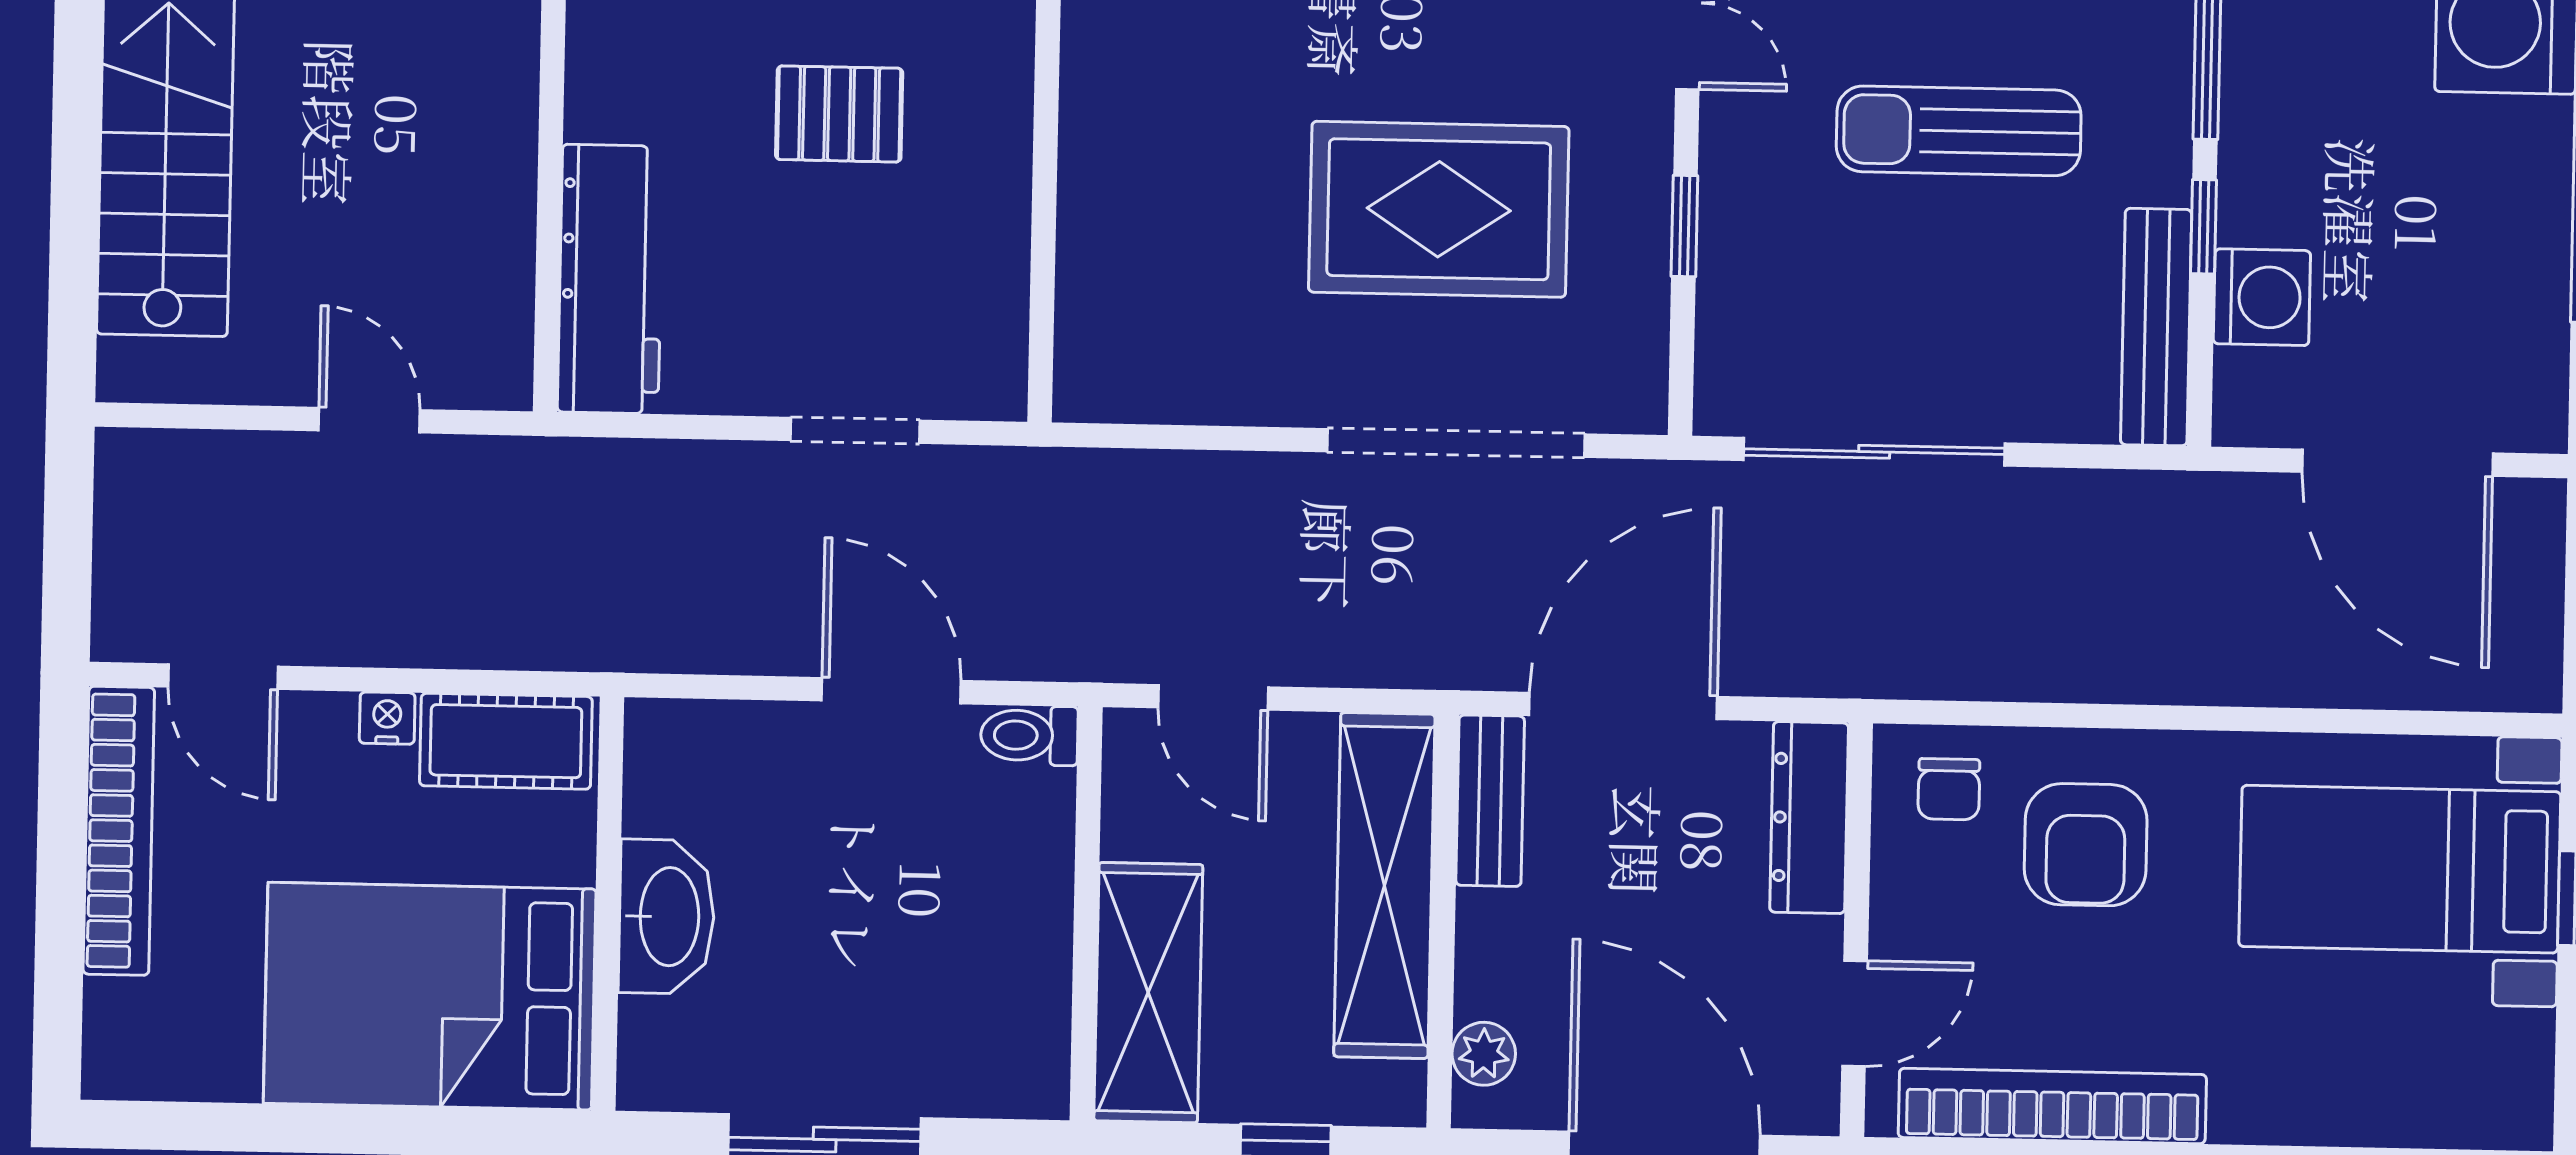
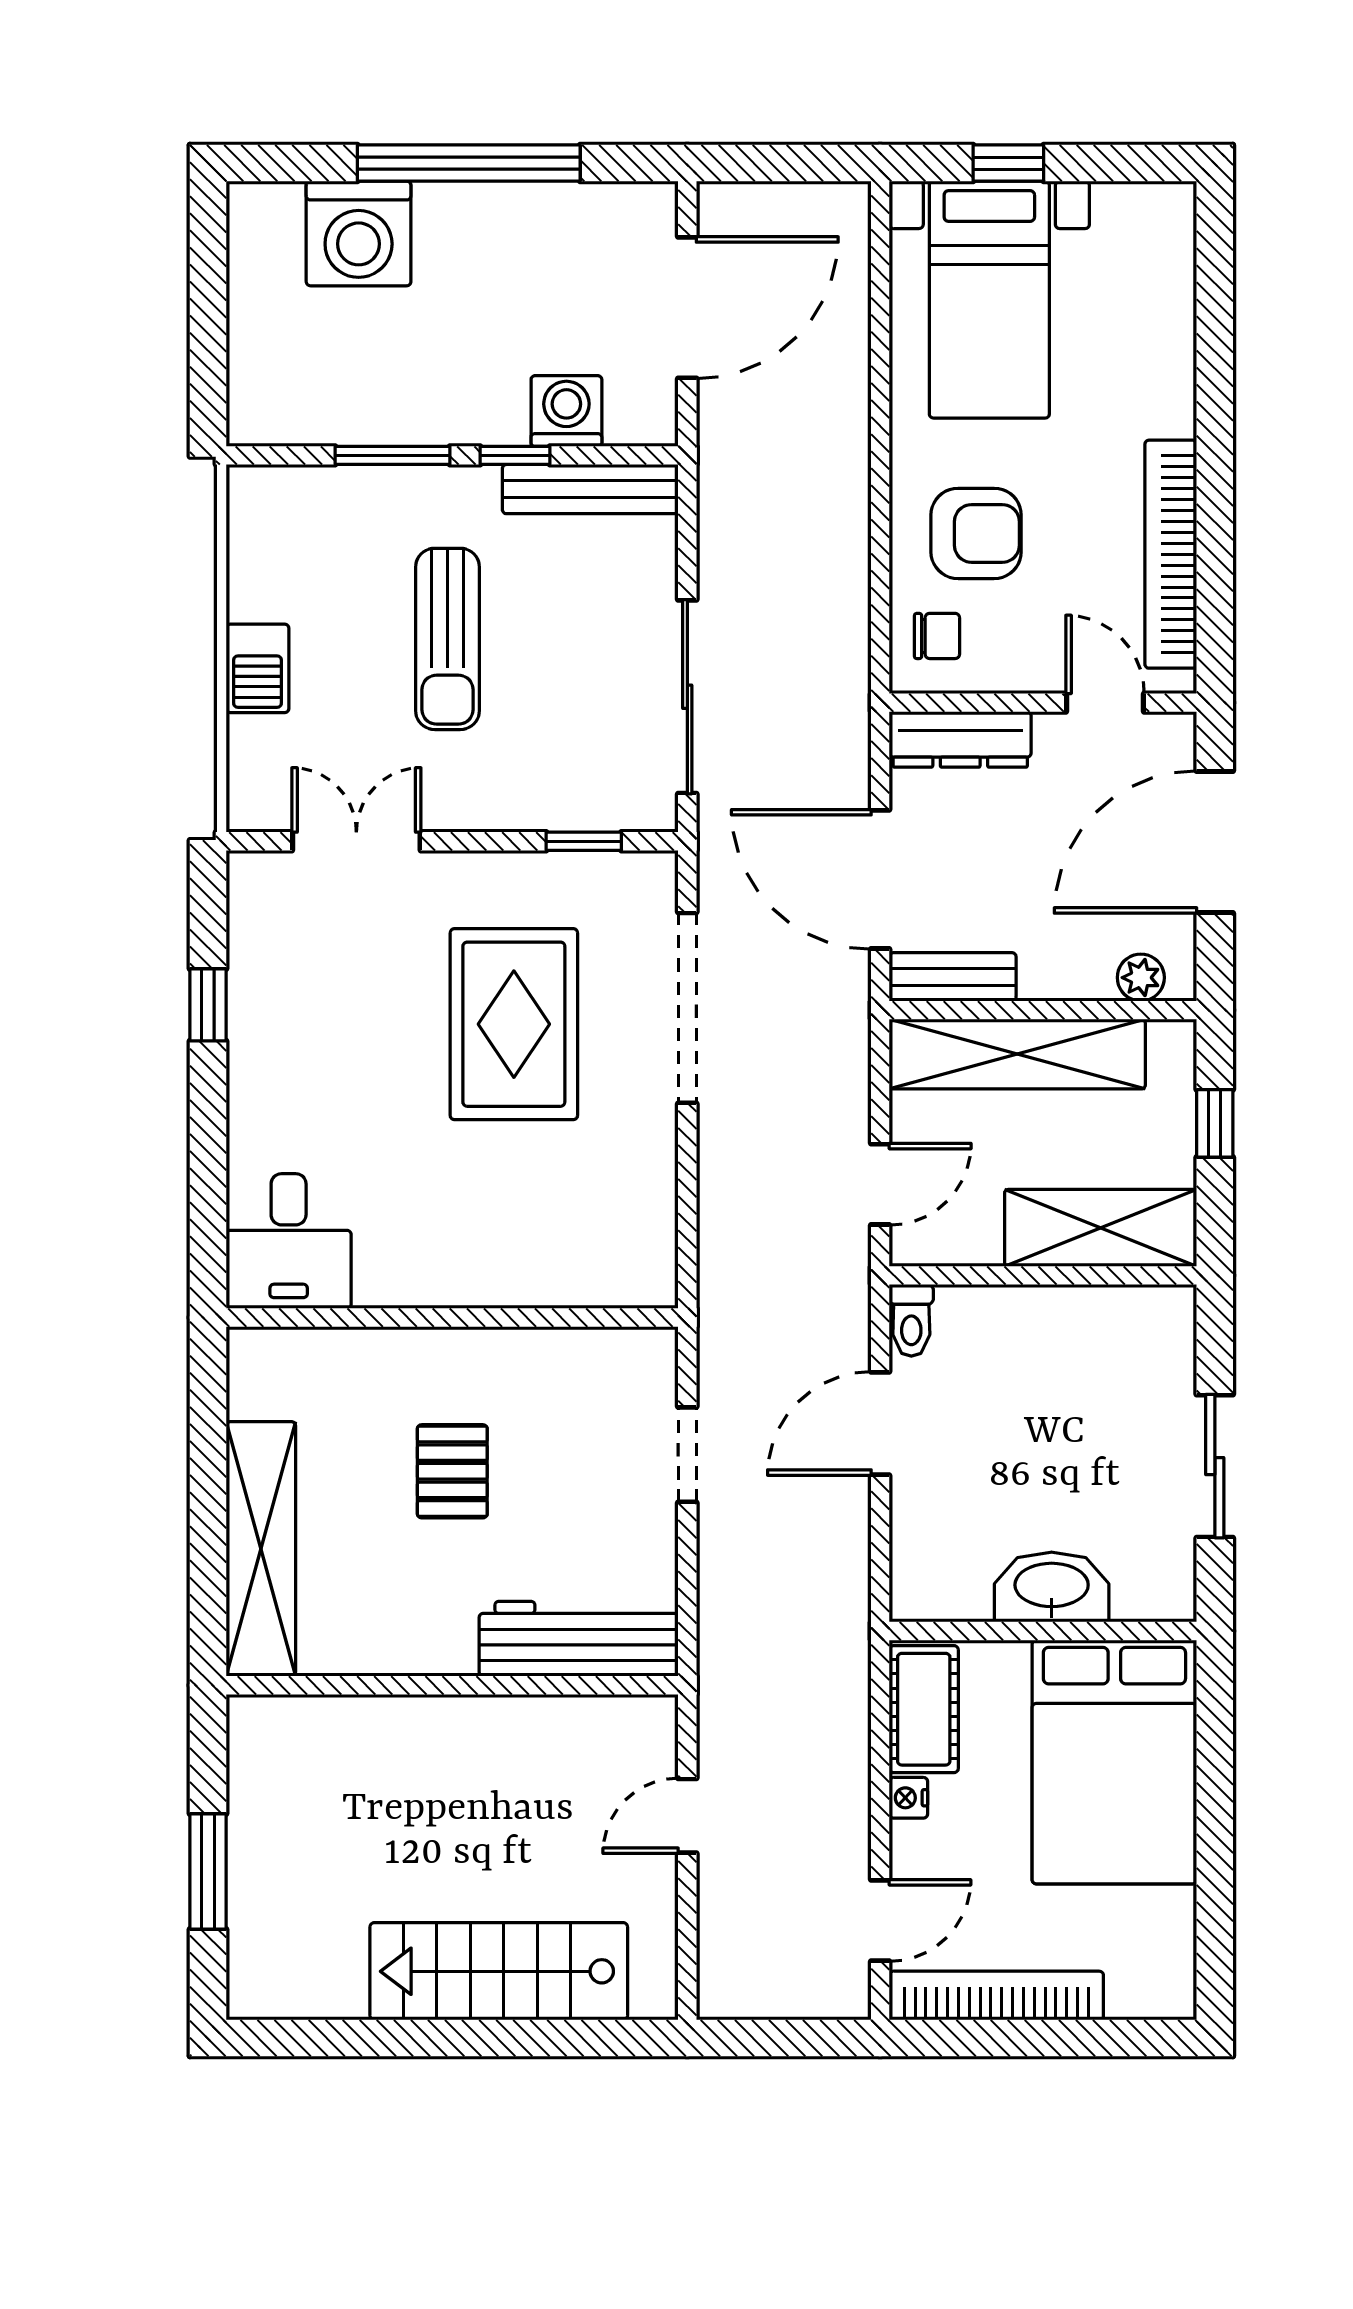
window: (1684, 226) -> (584, 841), moved

